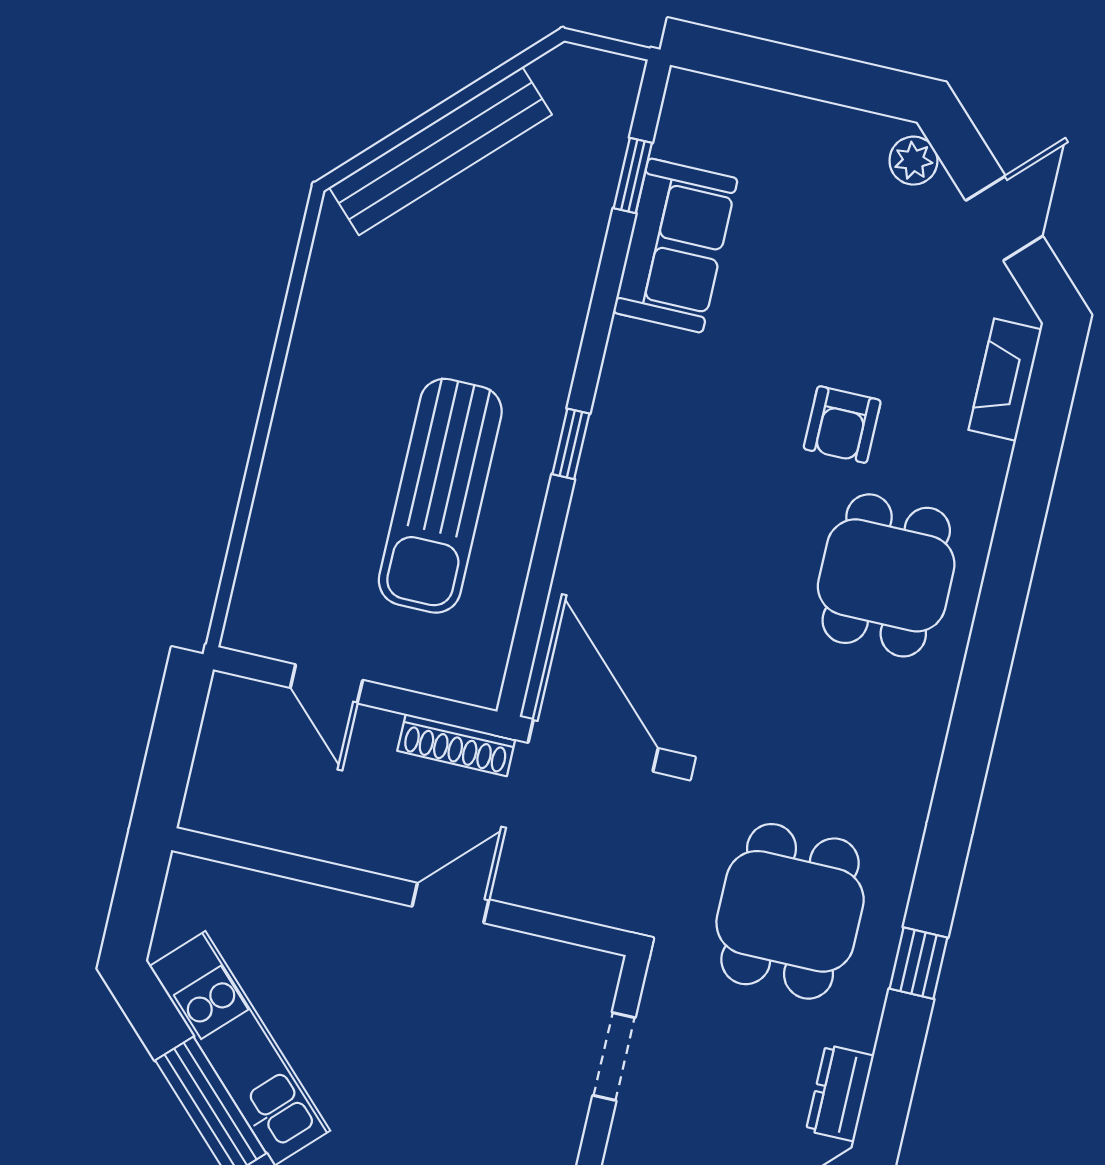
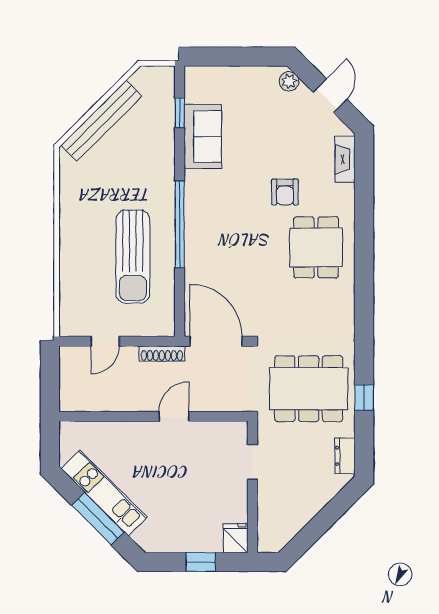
window: (571, 444) -> (180, 224), width x3.17
door: (326, 684) -> (105, 341), hinge flipped
dining table: (790, 911) -> (309, 389), width x1.38

